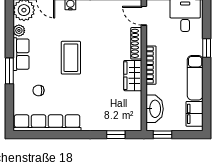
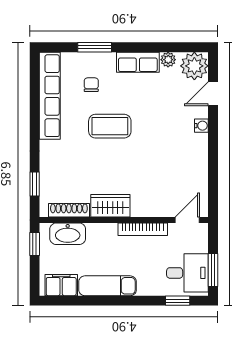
shoe rack: (136, 43) -> (69, 210), moved
window: (207, 48) -> (178, 301), moved
coffee table: (71, 58) -> (110, 126), moved
bookcase: (151, 65) -> (143, 229), moved
window: (9, 71) -> (95, 47), moved

